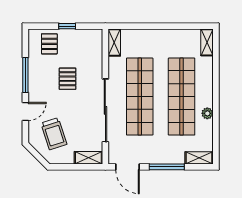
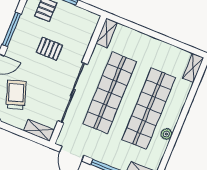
pallet: (68, 79) -> (49, 49), turned 90
trolley: (54, 134) -> (16, 95), turned 180

